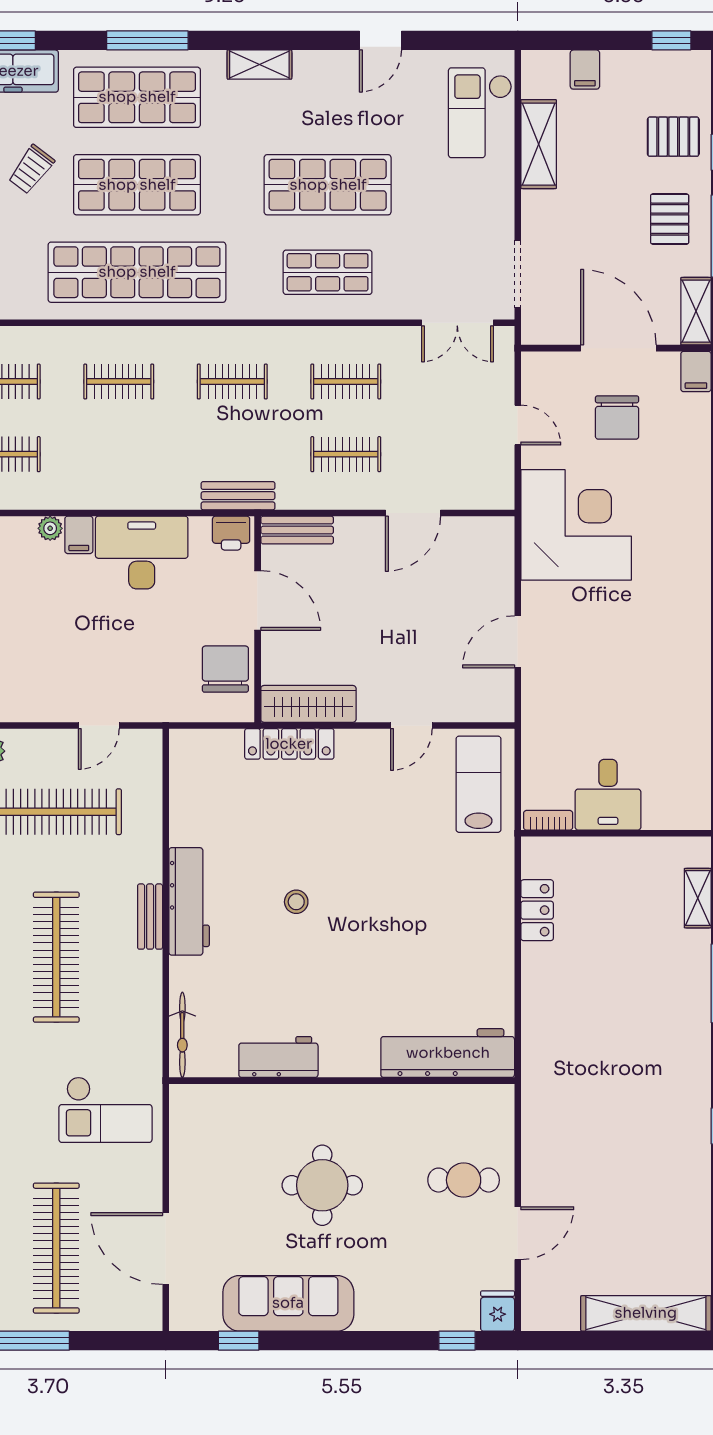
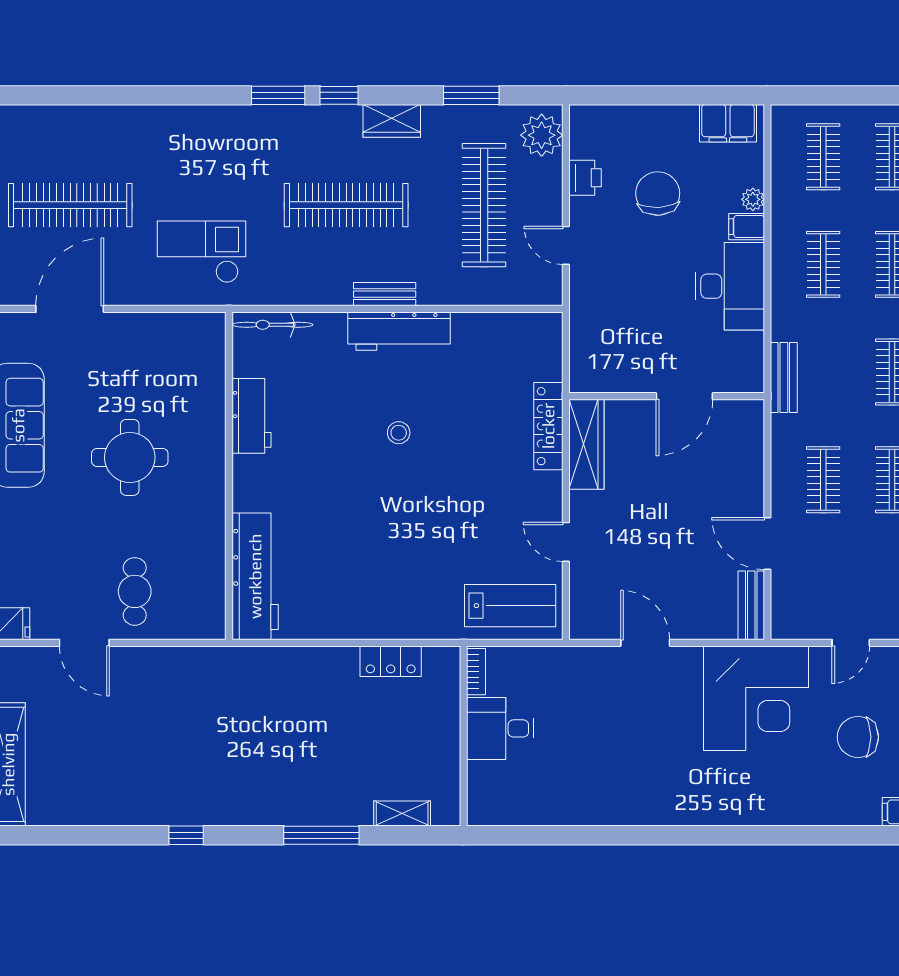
clothes rail: (119, 454) -> (823, 264), added
bench: (297, 530) -> (751, 605), moved
printer: (231, 533) -> (585, 178), moved, turned 180
chair: (225, 669) -> (658, 194), moved, turned -93
checkout: (105, 1110) -> (201, 252), turned 90

